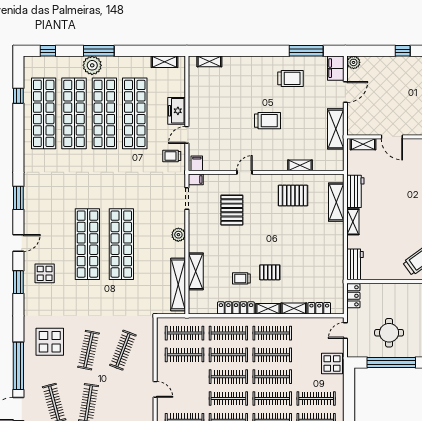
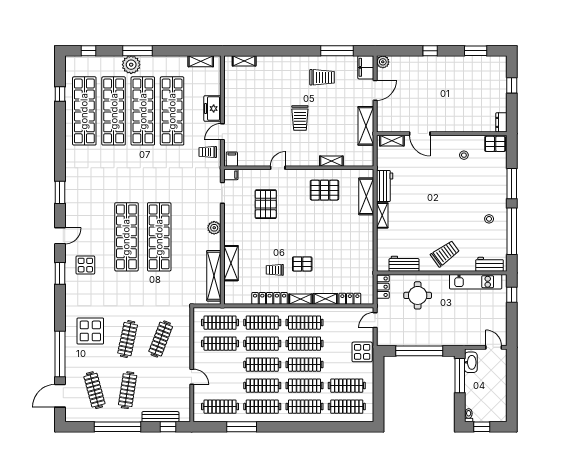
trolley: (267, 121) -> (300, 118), turned 90
workbench: (355, 264) -> (404, 264), moved, turned -90
round table: (389, 333) -> (418, 295), moved

